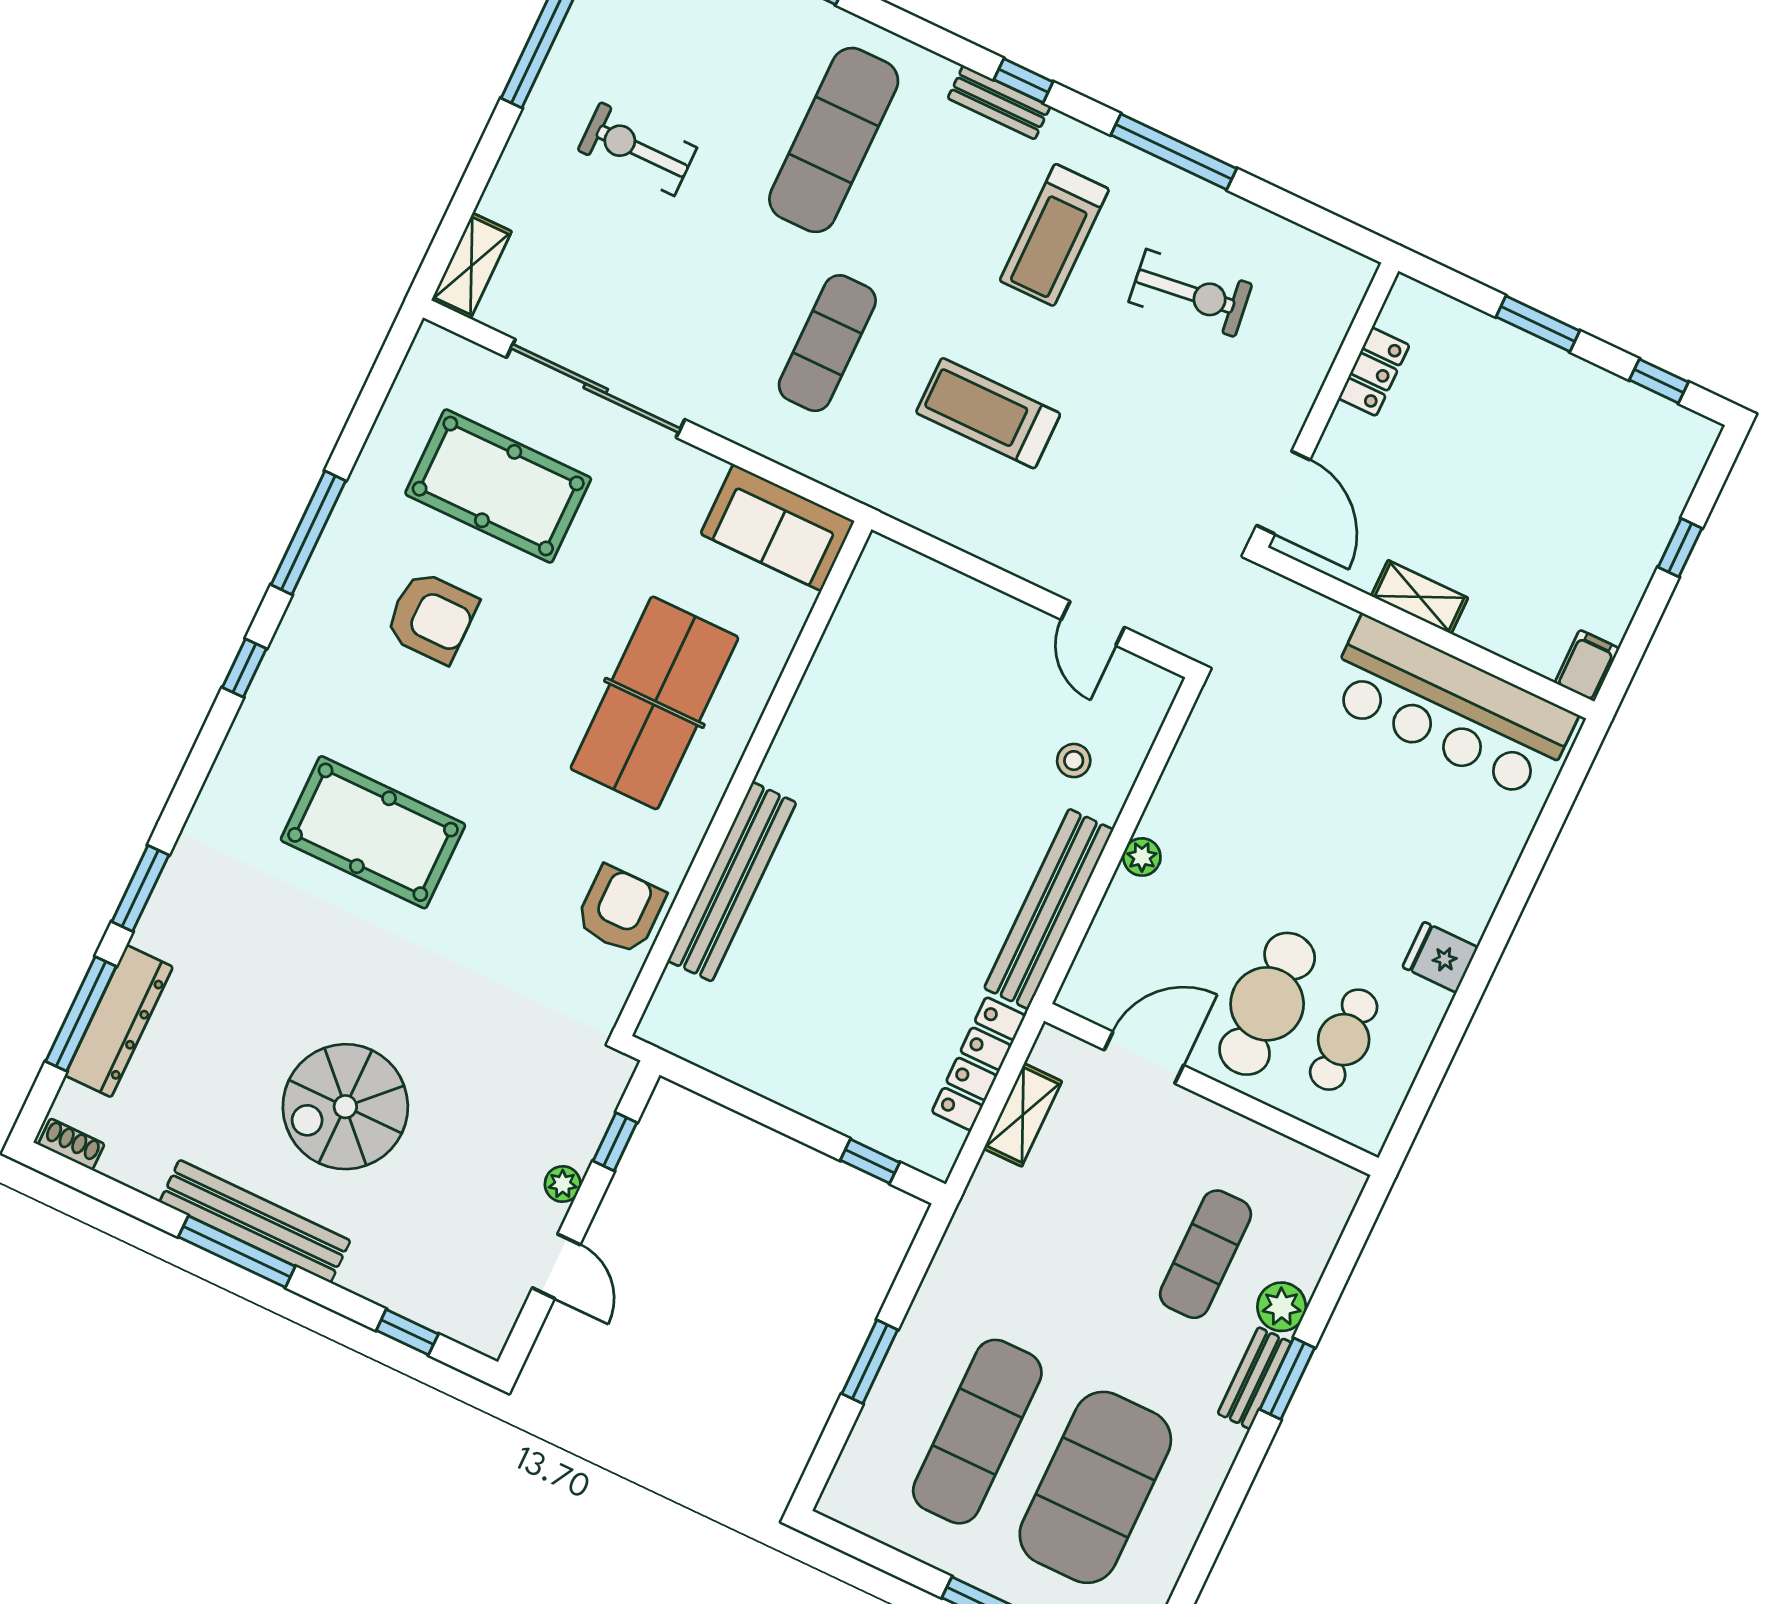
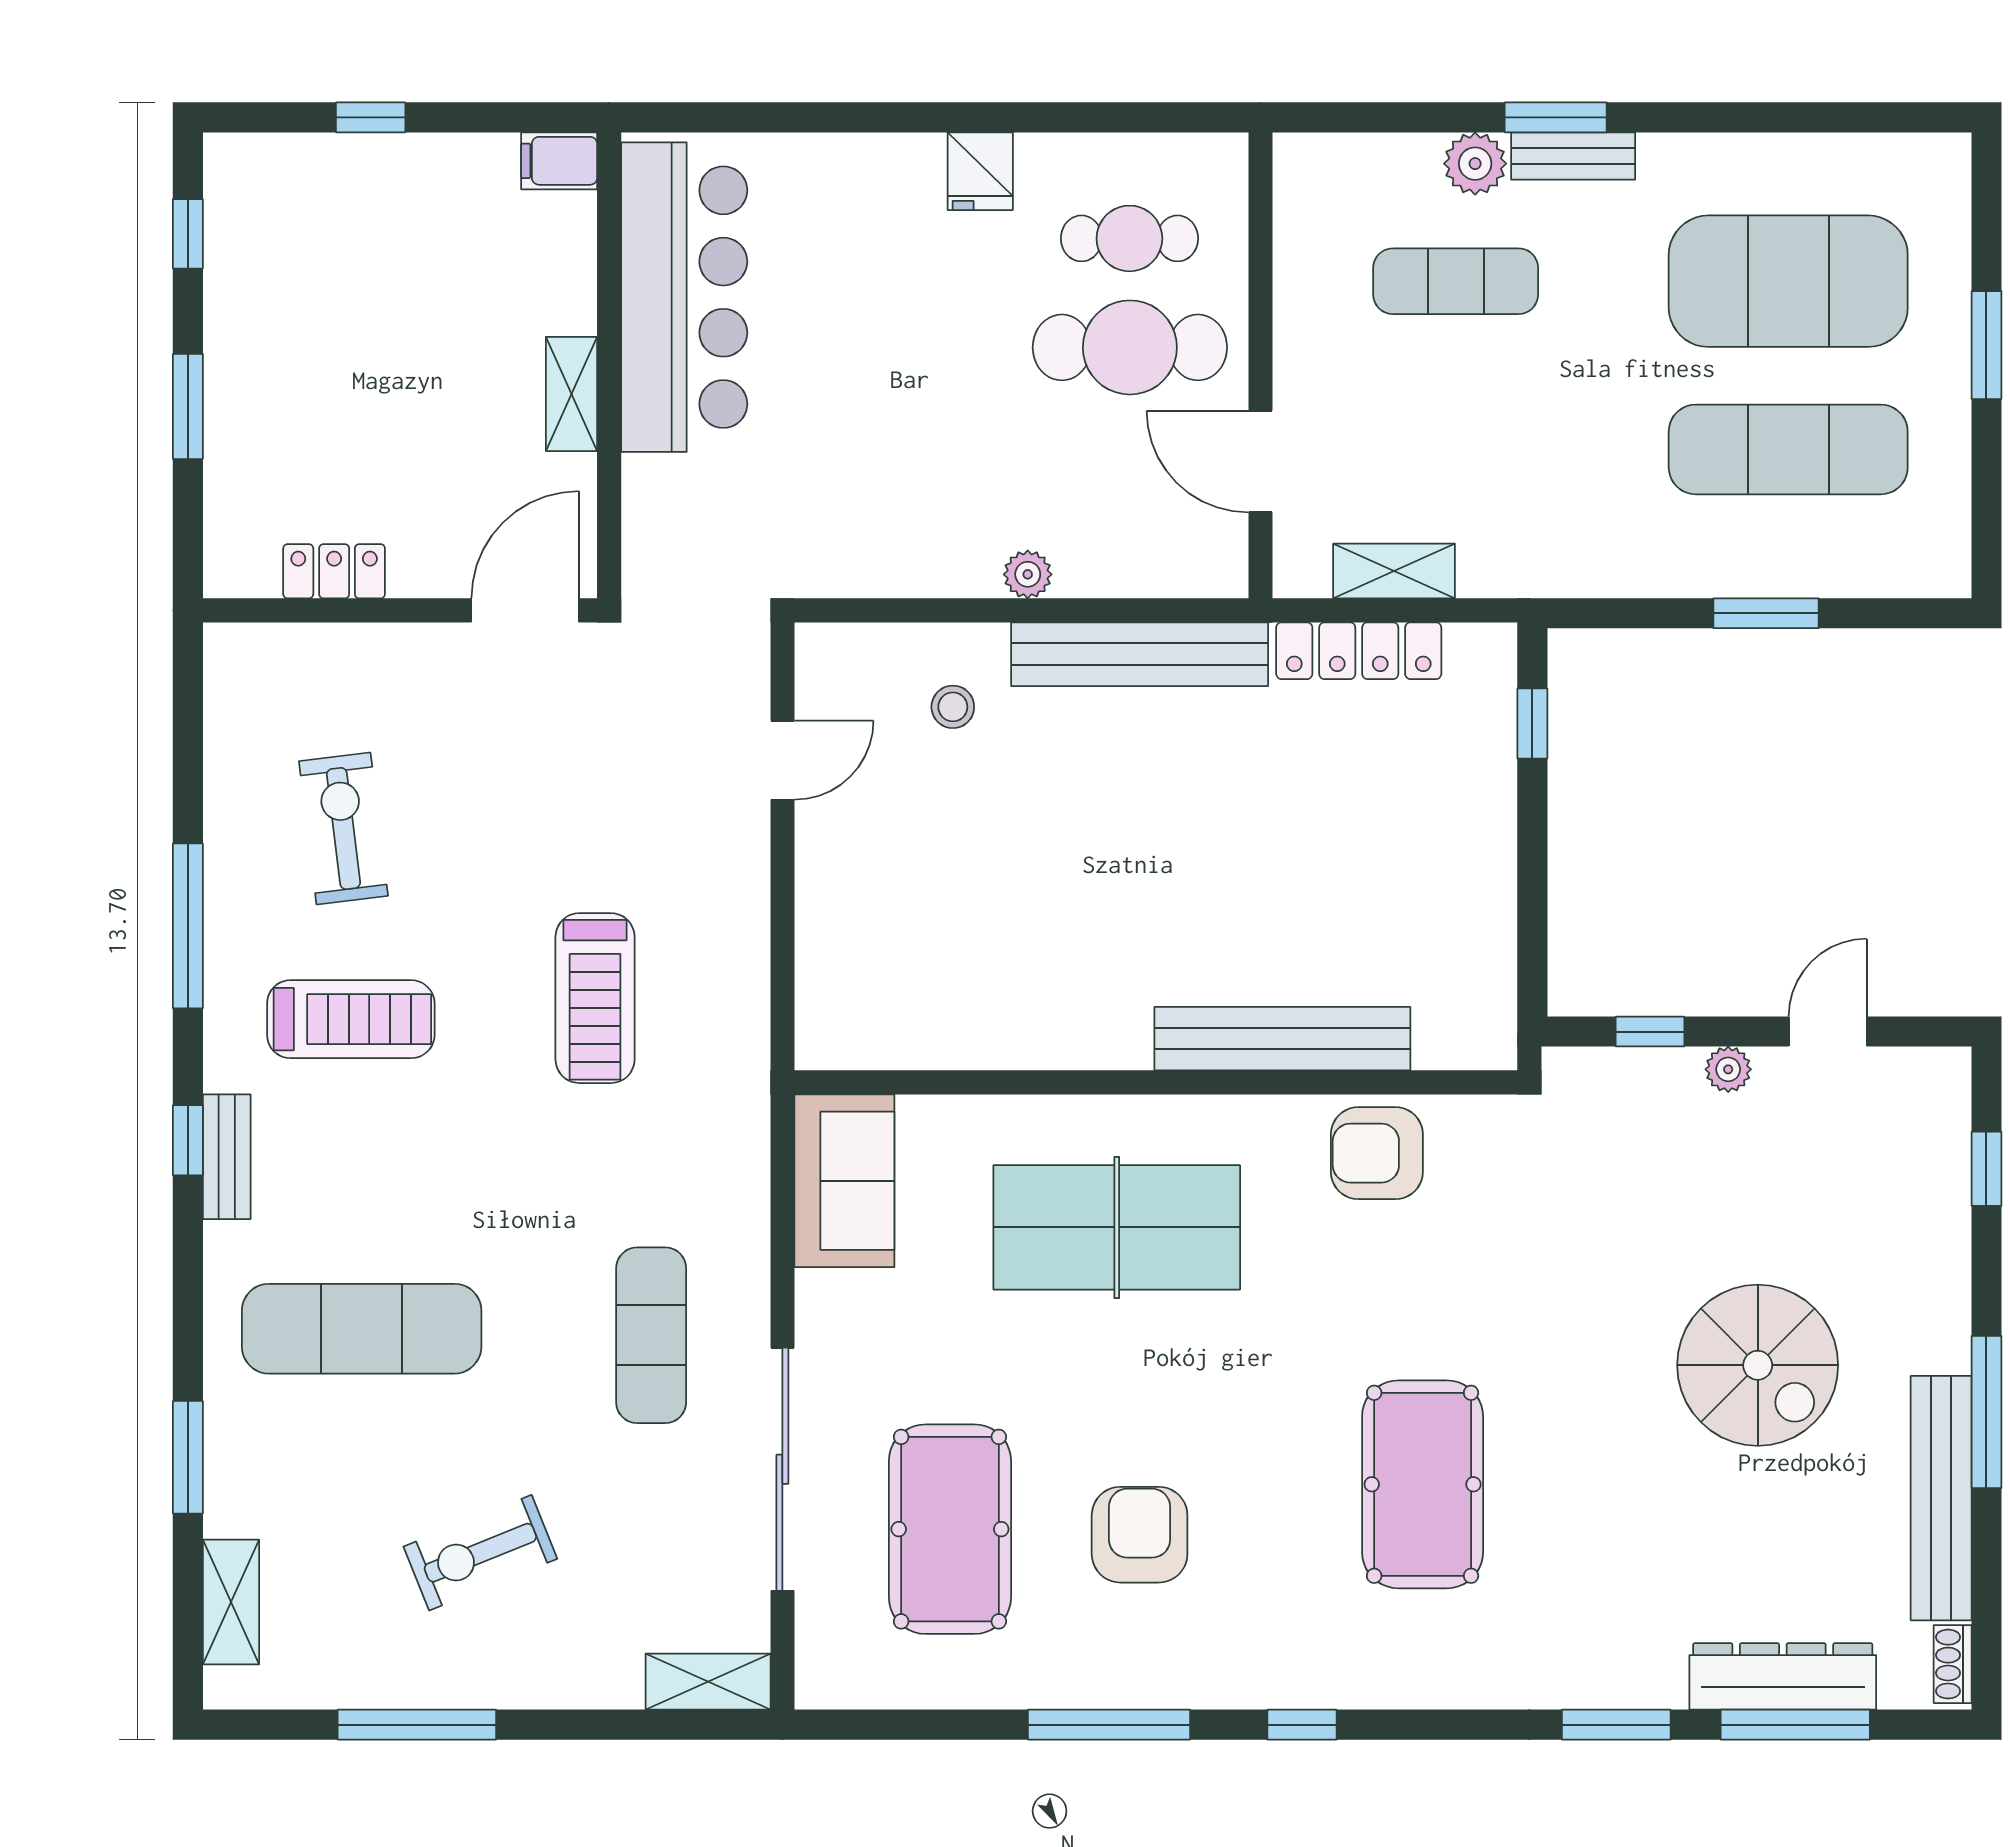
exercise bike: (637, 149) -> (480, 1553), turned 68
exercise mat: (827, 343) -> (651, 1335), moved, turned 90
bench: (255, 1221) -> (1941, 1498), moved

